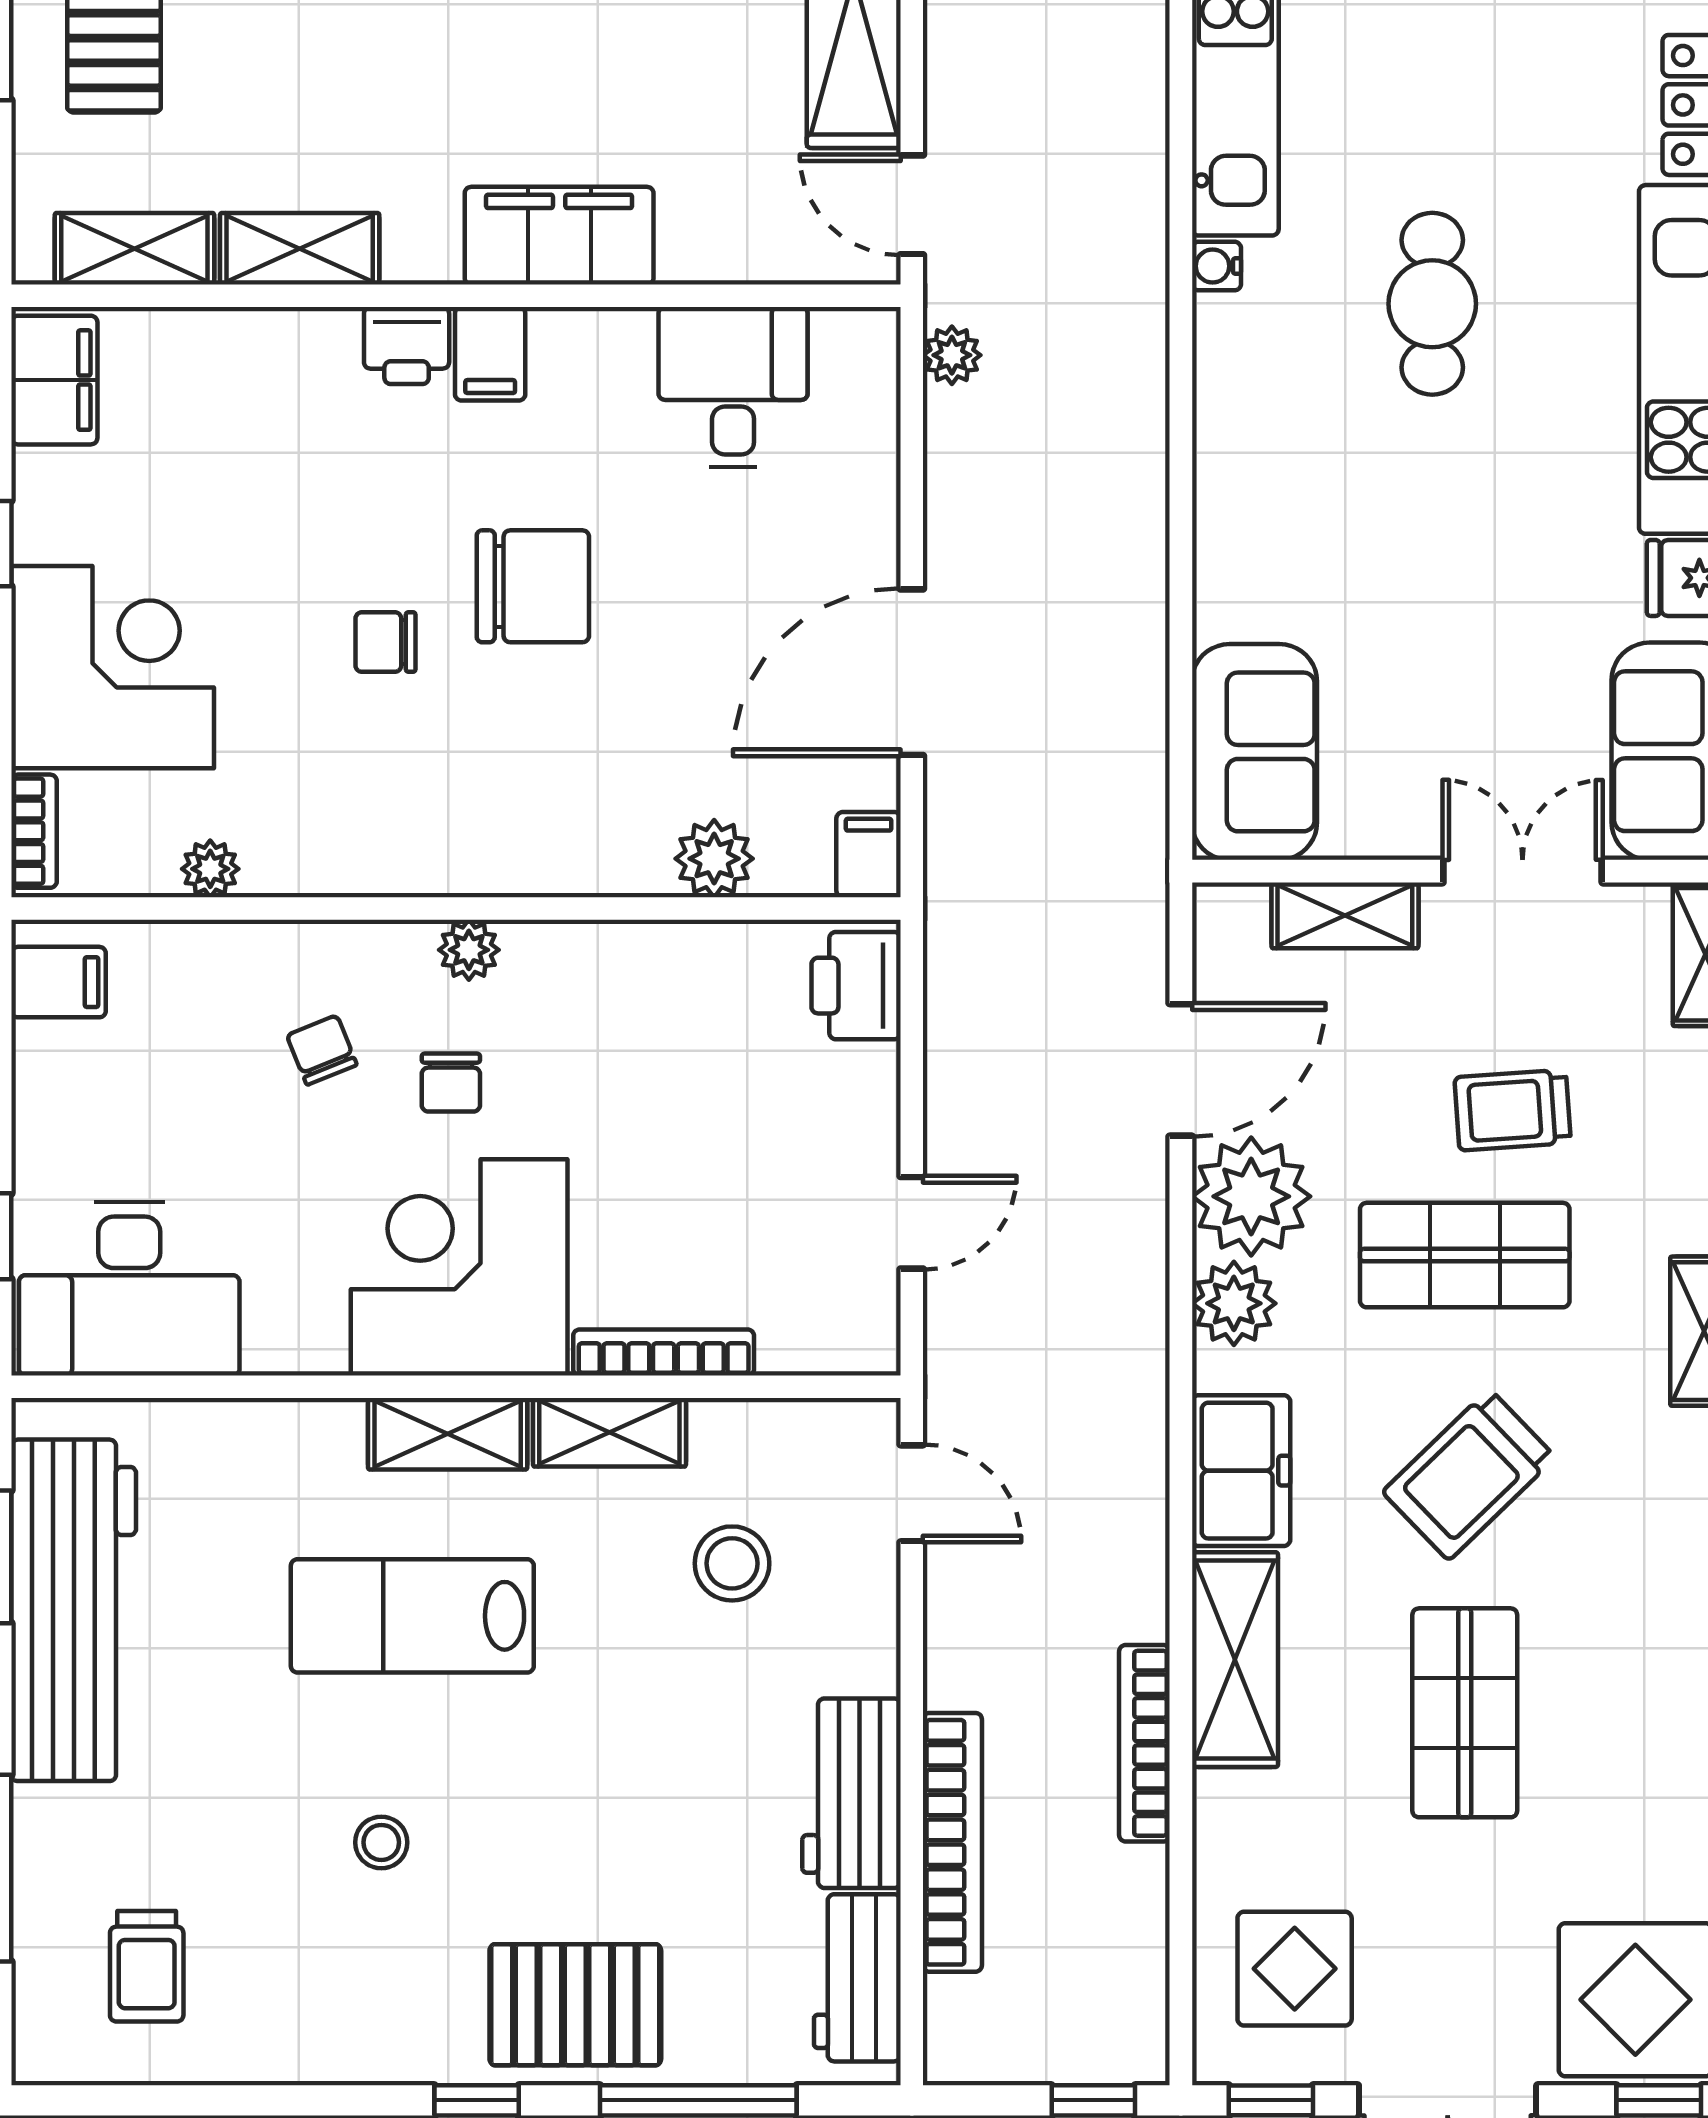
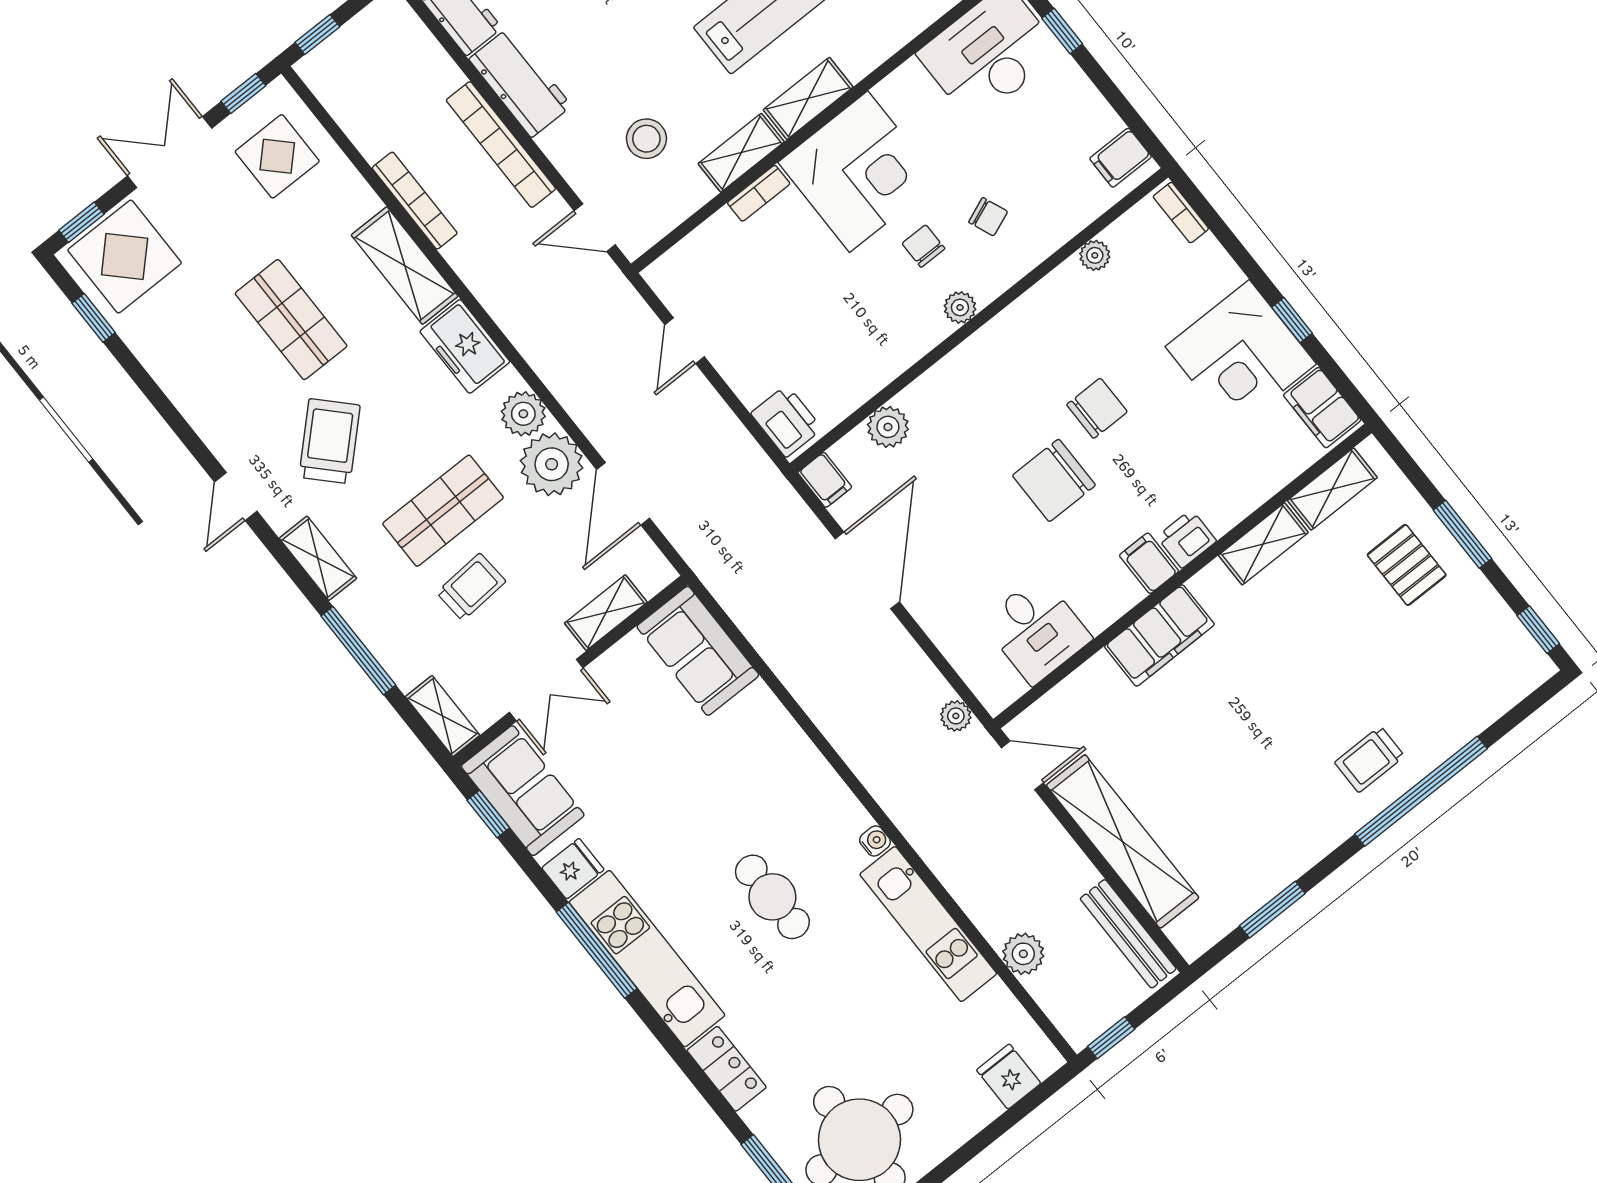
chair: (386, 642) -> (1097, 408), width x1.37, depth x1.37
corner desk: (113, 667) -> (1241, 355), moved
bookcase: (664, 1352) -> (759, 193), width x0.64
trolley: (1469, 1475) -> (329, 441), moved
bookcase: (952, 1842) -> (501, 145), moved

